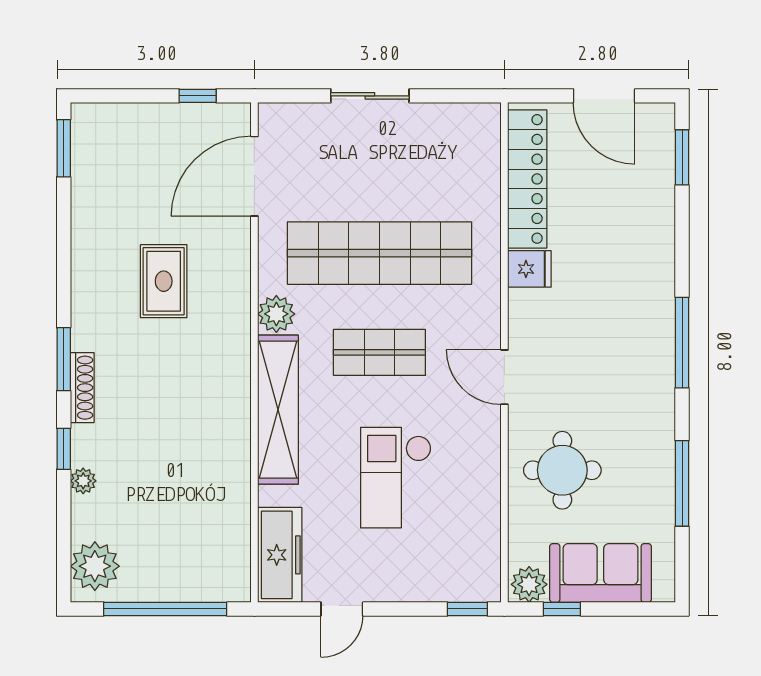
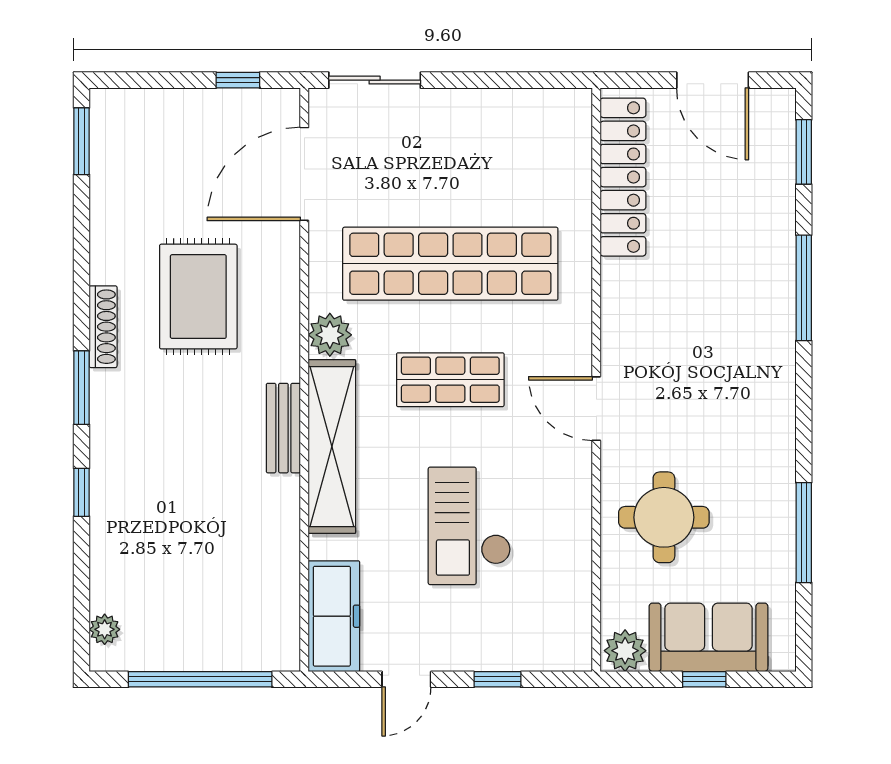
sliding door: (370, 96) -> (375, 80), moved
fridge: (529, 269) -> (626, 282), removed
rug: (164, 281) -> (198, 297), width x1.36, depth x1.43
window: (682, 343) -> (804, 288), moved
shoe rack: (82, 388) -> (103, 327), moved
bench: (237, 394) -> (283, 428), added
plant: (83, 481) -> (104, 530), removed
plant: (95, 566) -> (105, 629), width x0.53, depth x0.53
window: (467, 609) -> (497, 679), moved
window: (562, 609) -> (704, 679), moved

